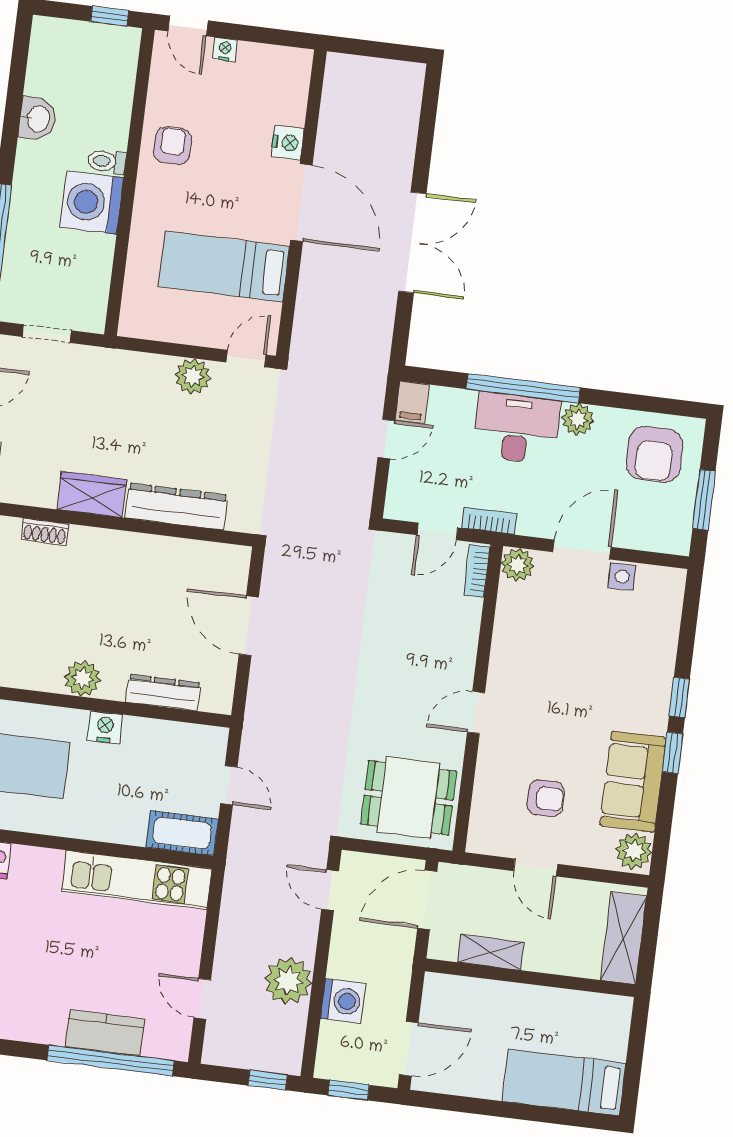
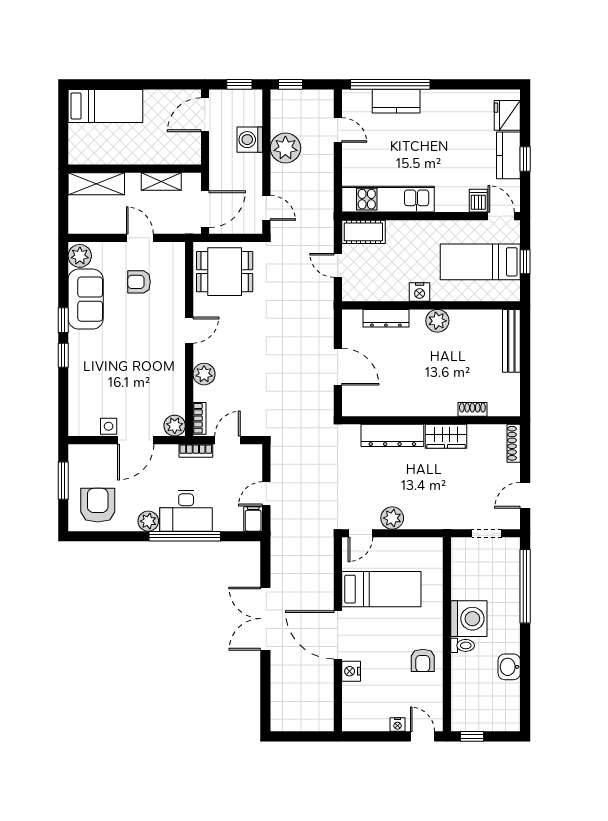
plant: (461, 640) -> (204, 374), added
shelving: (623, 938) -> (96, 184), moved, turned 90

